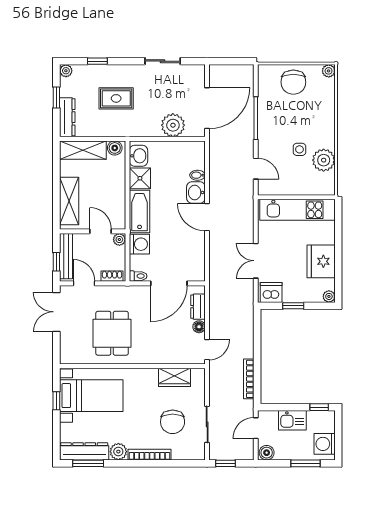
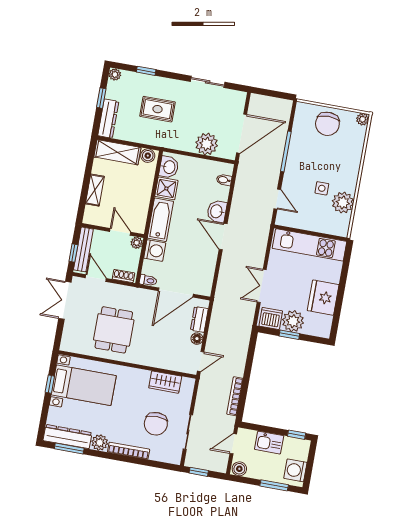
bidet: (198, 175) -> (224, 180), moved
shelving: (69, 201) -> (95, 190), width x0.67, depth x0.75
plant: (329, 296) -> (293, 321), moved, width x1.87, depth x1.87

